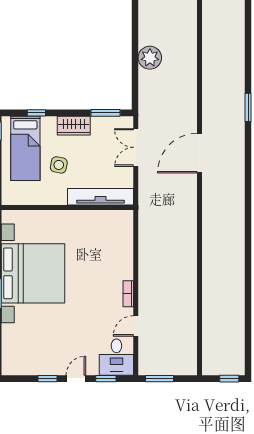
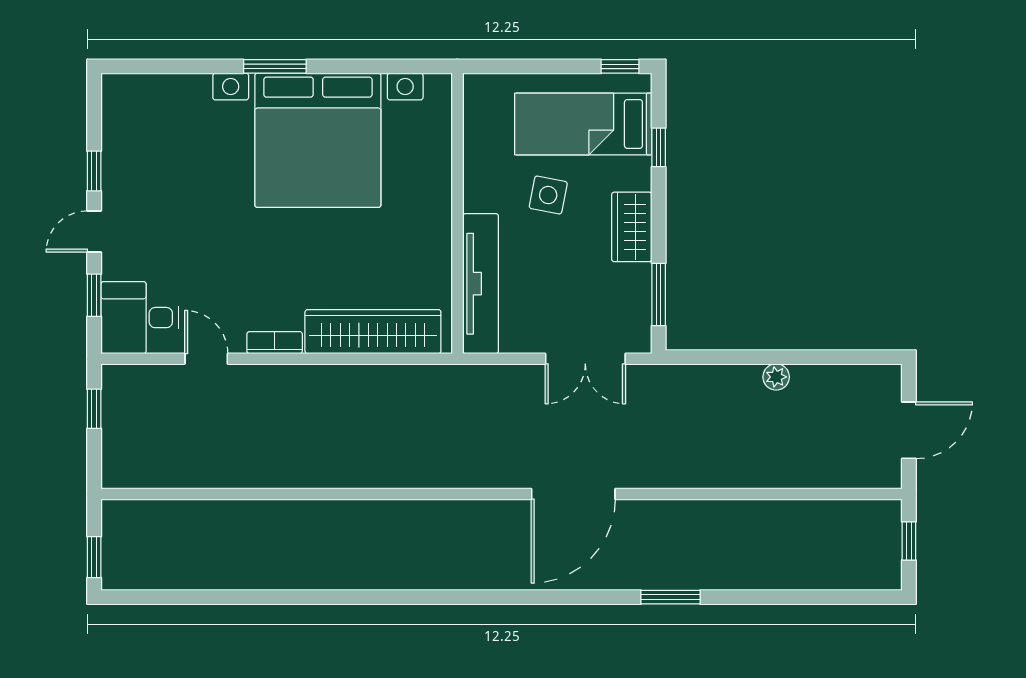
plant: (150, 58) -> (776, 377), width x0.53, depth x0.53
double door: (136, 147) -> (585, 359), swing flipped
door: (199, 153) -> (573, 494), swing flipped
wardrobe: (123, 247) -> (373, 332), added
door: (76, 379) -> (94, 231), swing flipped
window: (159, 379) -> (94, 409), width x0.67

